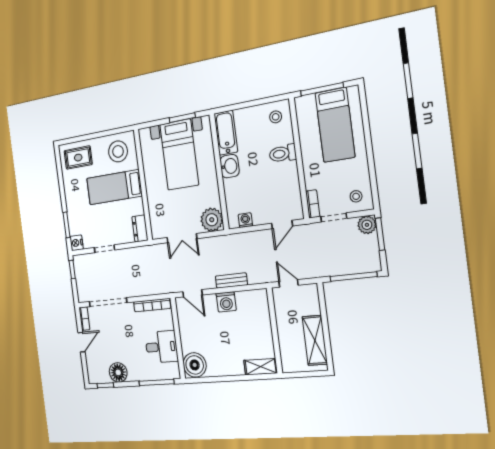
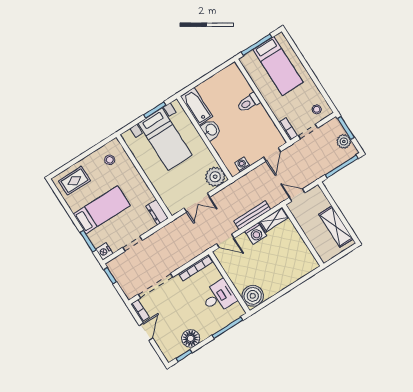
stool: (276, 117) -> (231, 78), removed
stool: (118, 151) -> (110, 160), width x0.53, depth x0.53
bed: (114, 187) -> (102, 210), moved, turned 180
plant: (367, 225) -> (344, 141), moved
bench: (231, 281) -> (252, 215), width x1.36
shelving: (261, 367) -> (274, 220), moved

